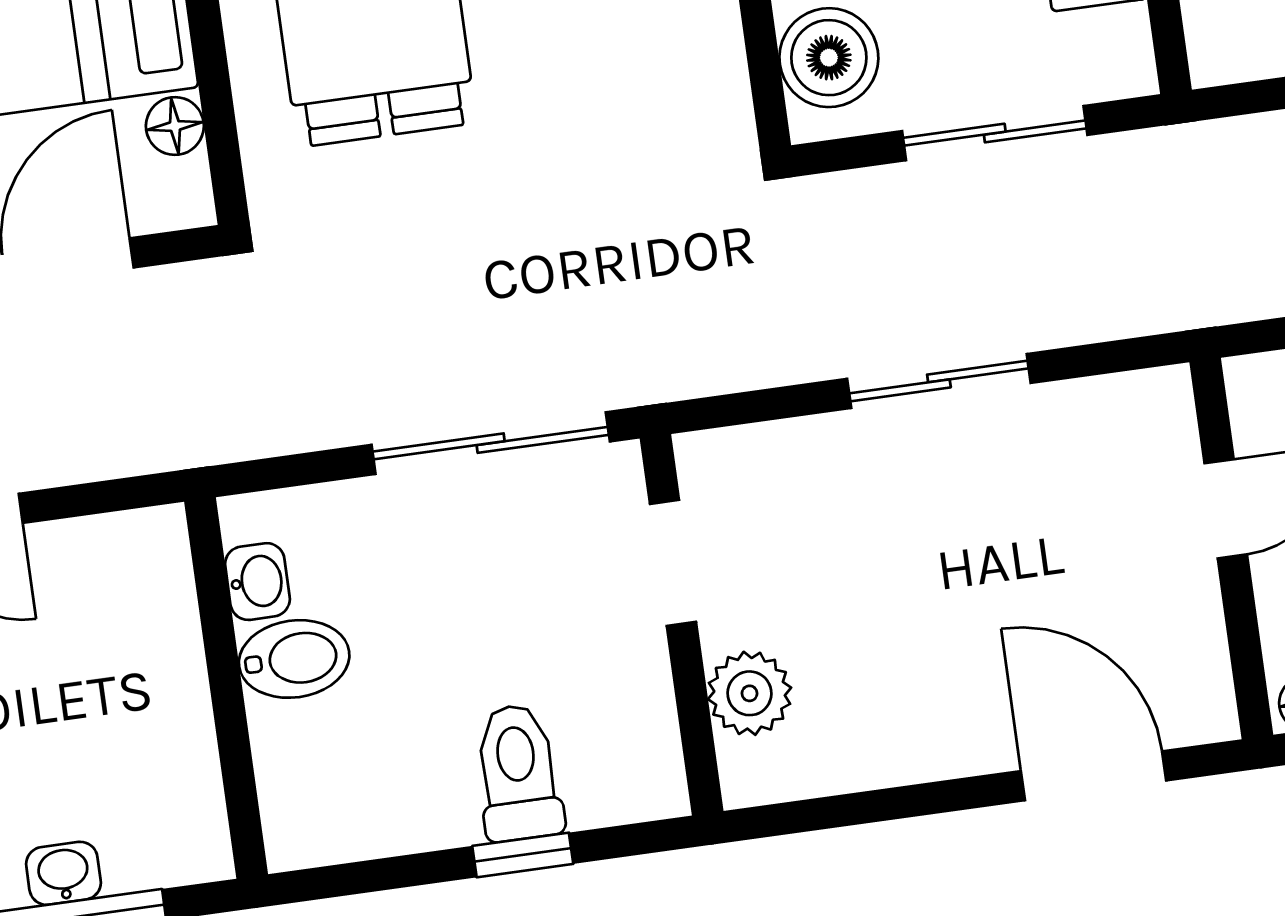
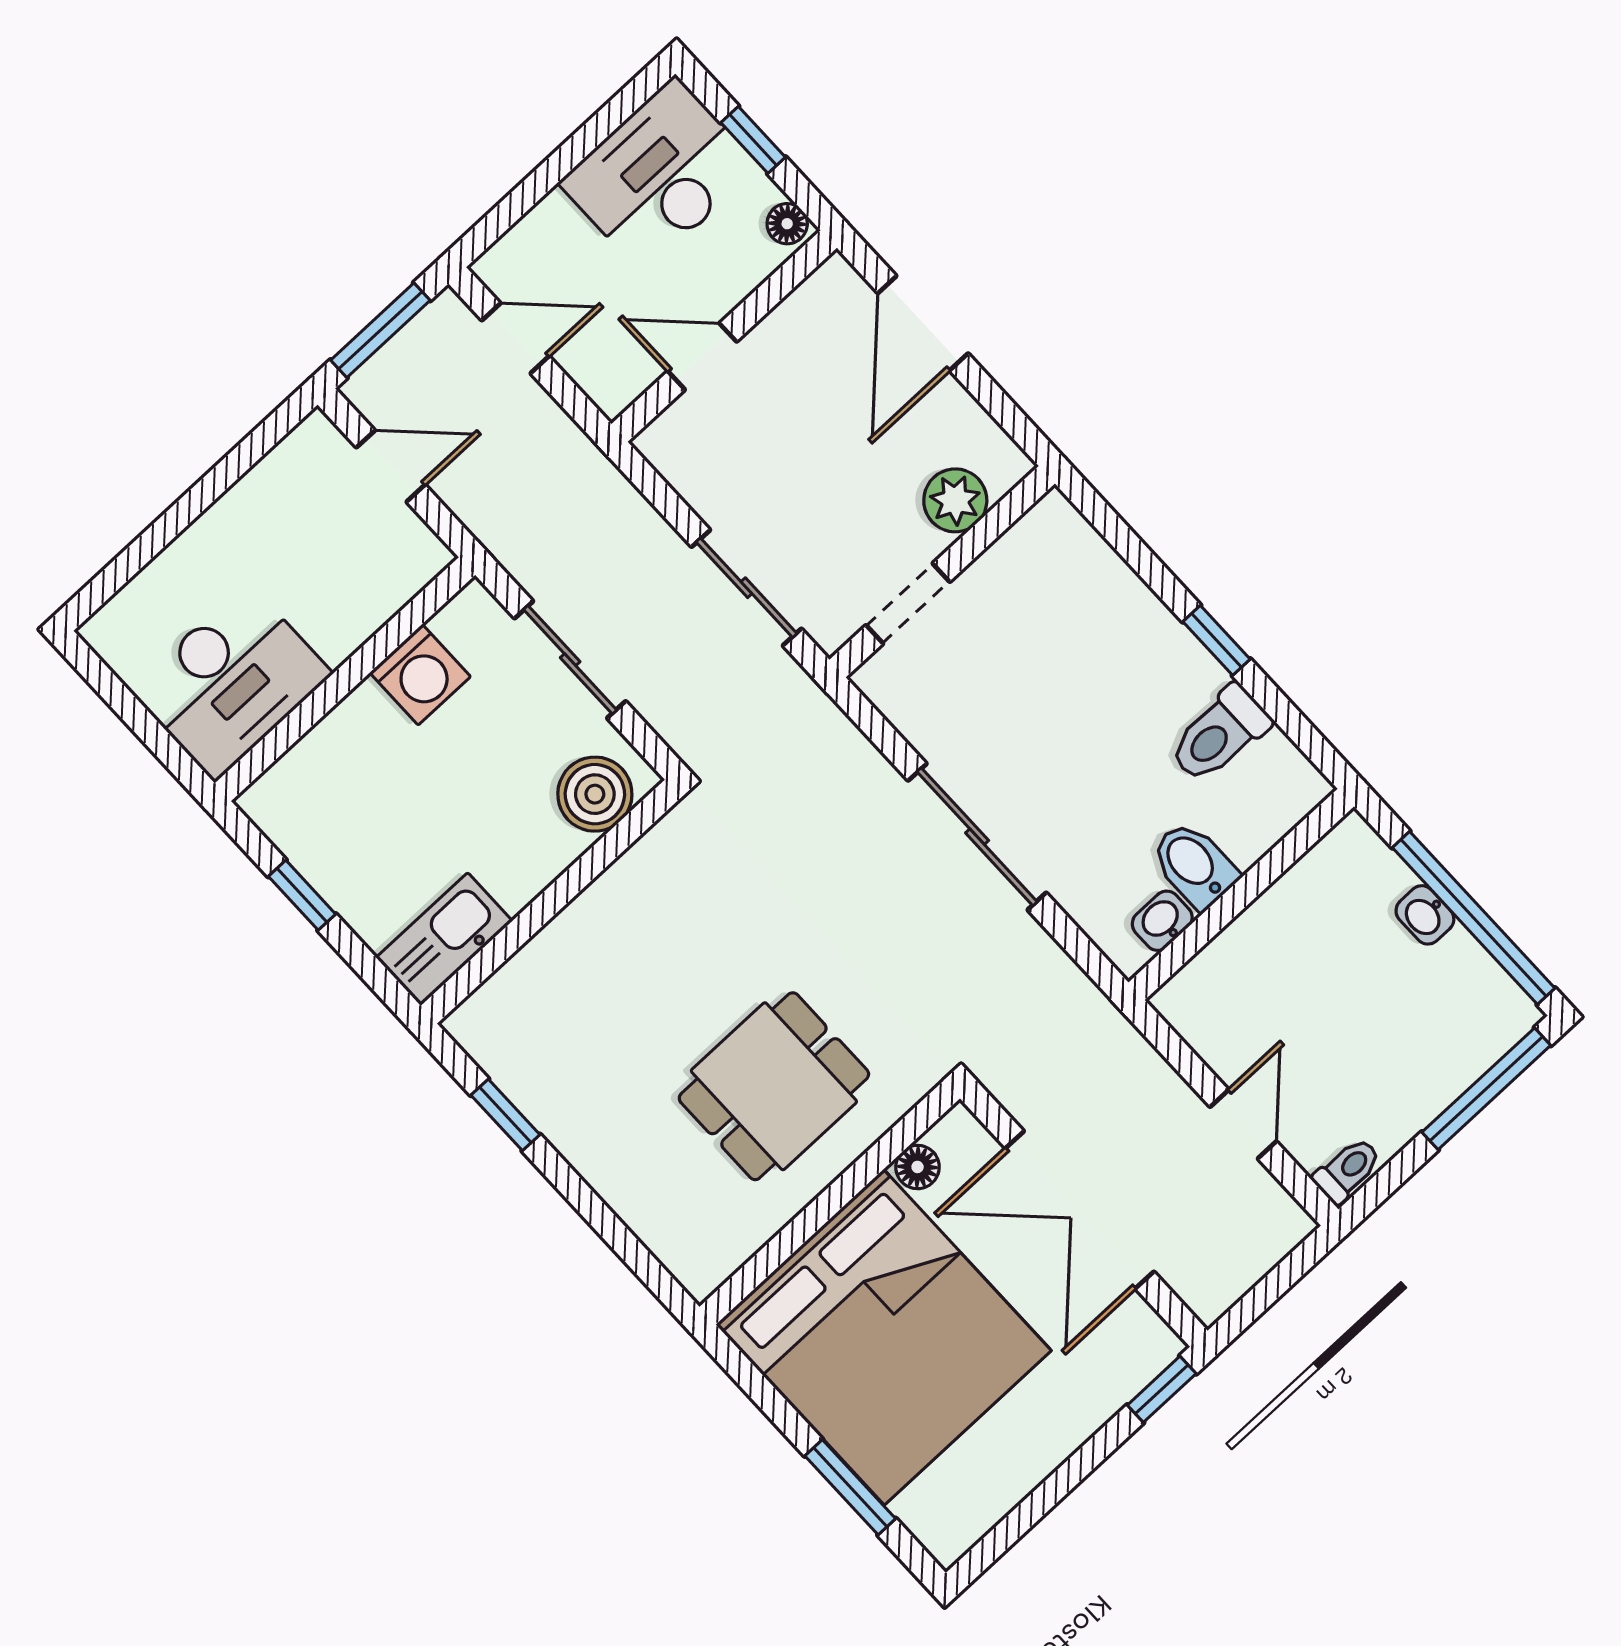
doorway: (673, 563) -> (908, 603), moved
wall: (682, 625) -> (942, 572), moved
plant: (750, 693) -> (955, 500), moved
toilet: (518, 772) -> (1219, 734), moved

